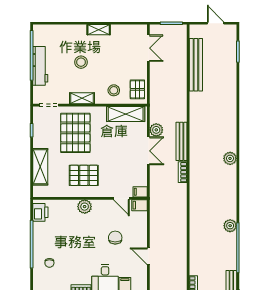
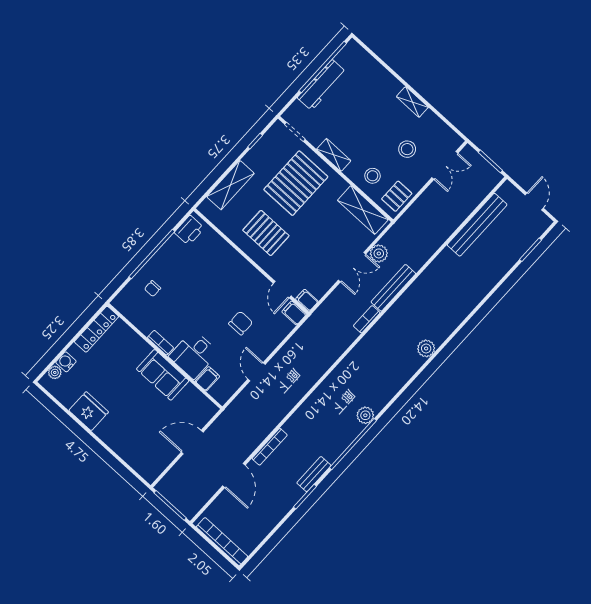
stool: (81, 62) -> (407, 149), moved
plant: (85, 207) -> (238, 265), removed

